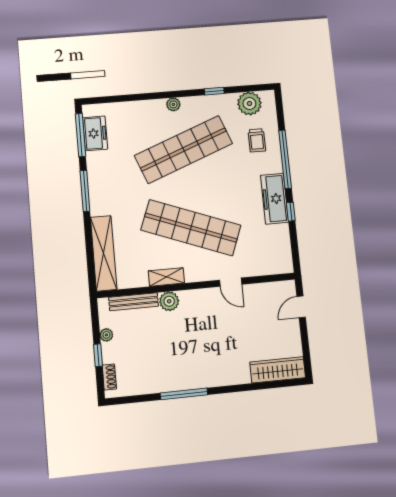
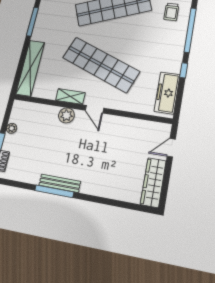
freezer: (274, 199) -> (167, 93), moved
door: (231, 282) -> (94, 109), moved
bench: (134, 302) -> (60, 183), moved
wardrobe: (278, 370) -> (153, 183), moved, turned -90

